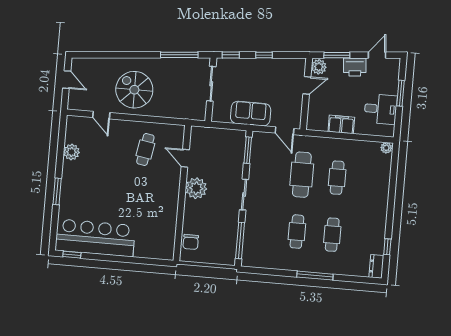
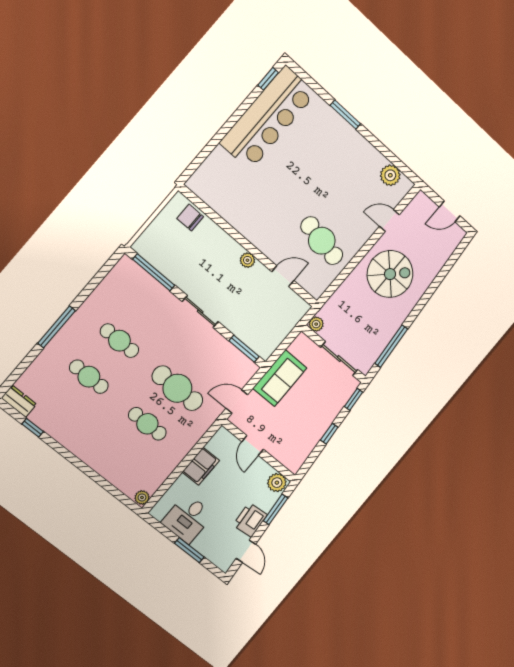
door: (307, 85) -> (253, 445), moved
plant: (200, 115) -> (316, 324), added
cafe table: (145, 149) -> (322, 241), width x1.37, depth x1.35
plant: (71, 152) -> (390, 175), moved
plant: (196, 188) -> (247, 260), width x0.53, depth x0.53

